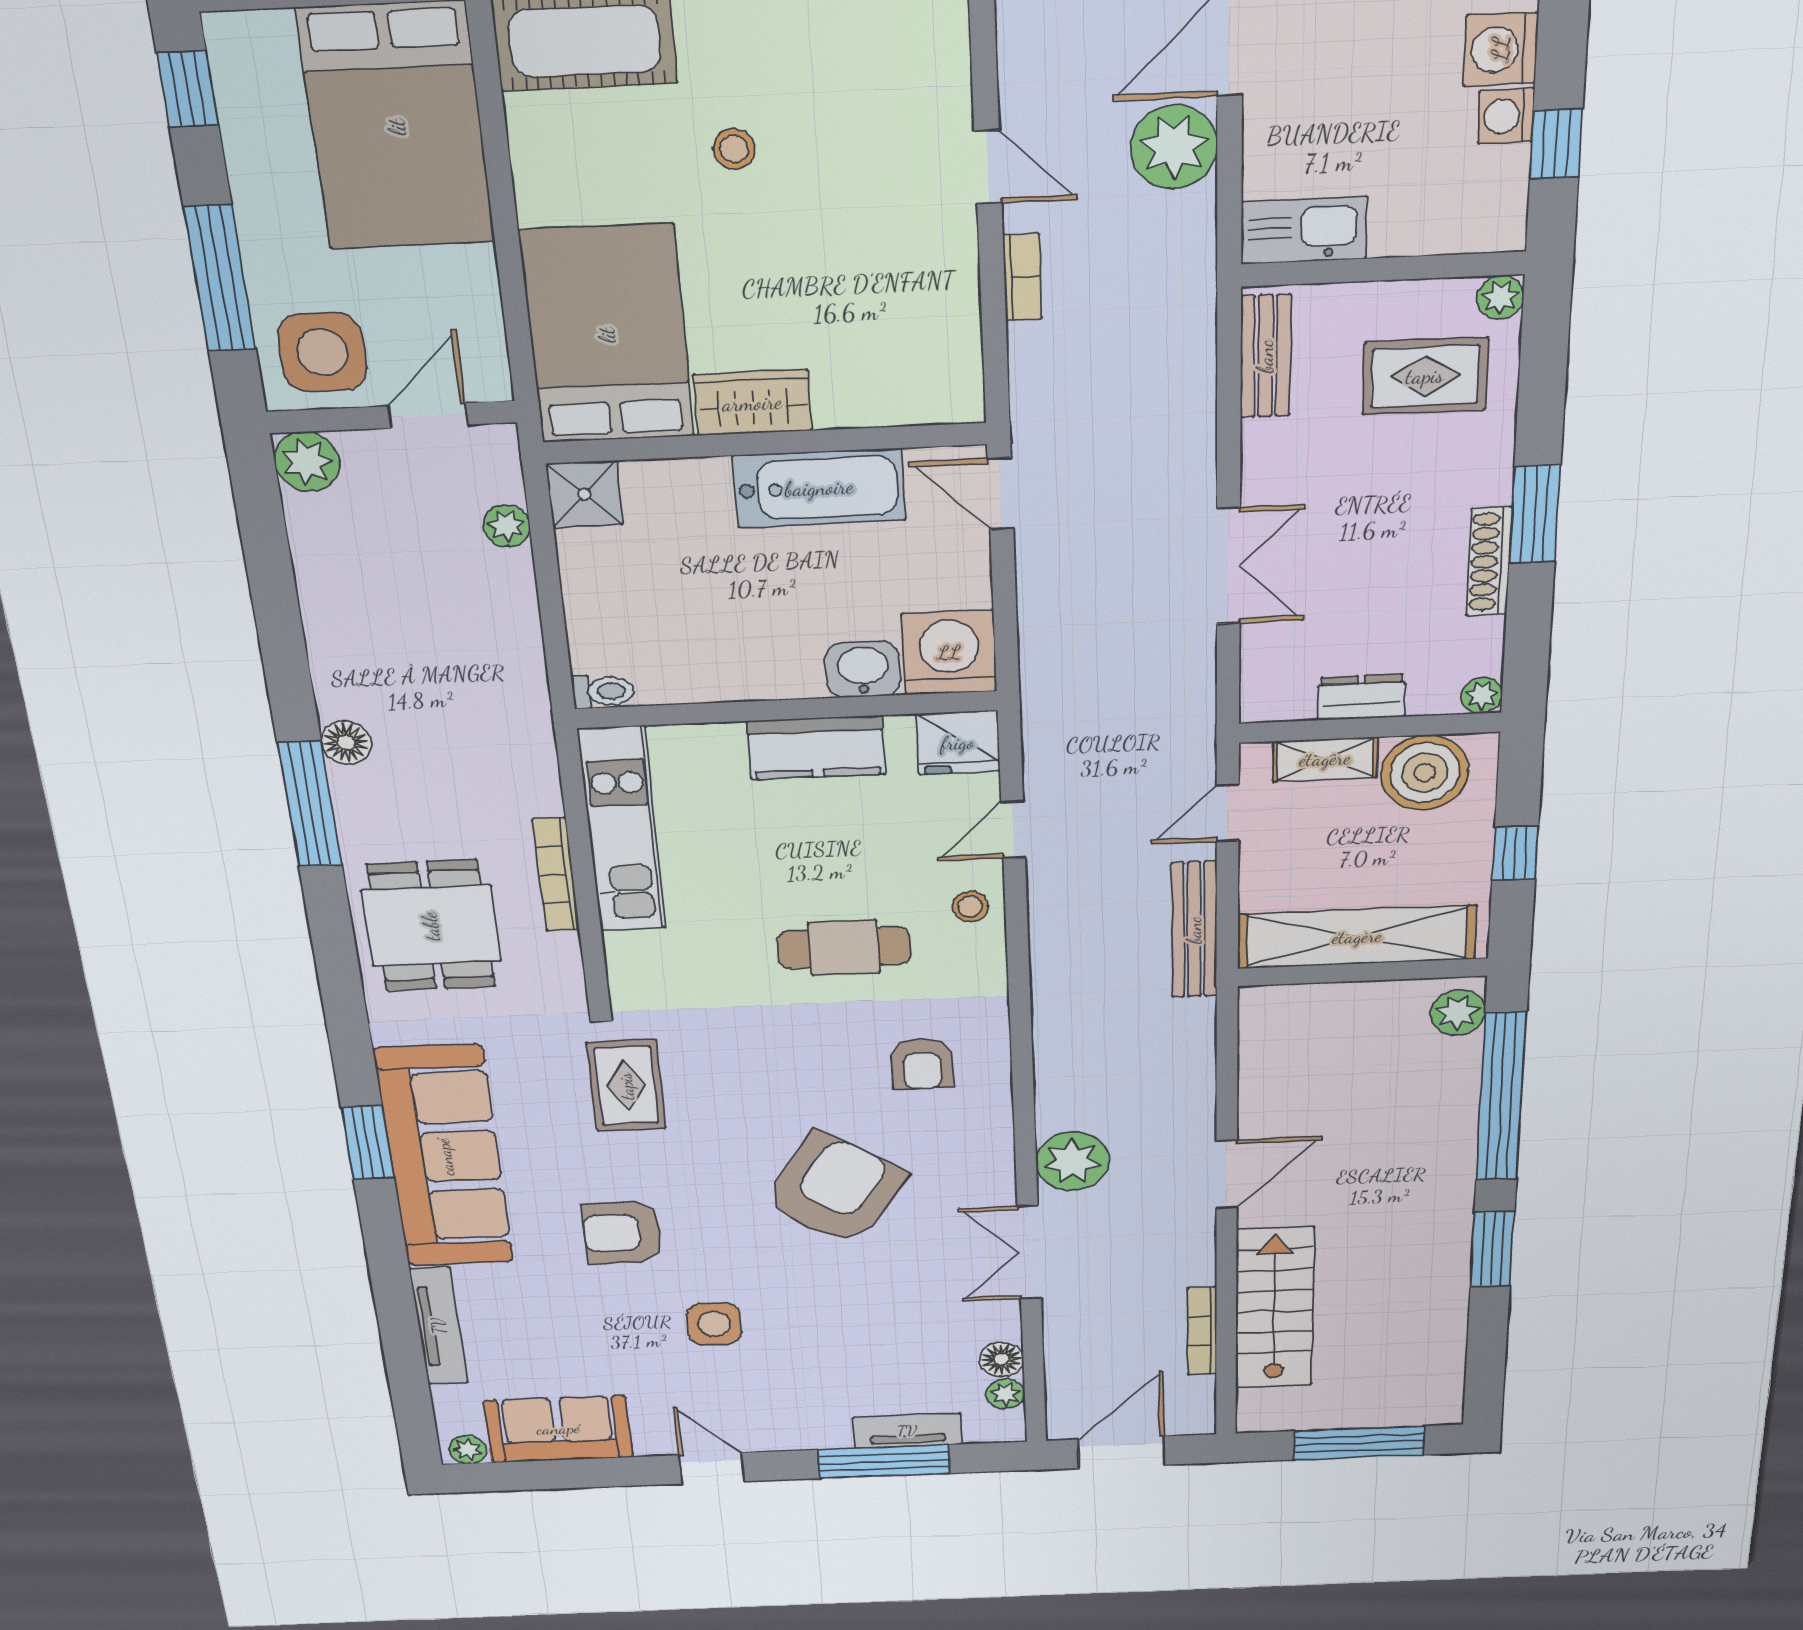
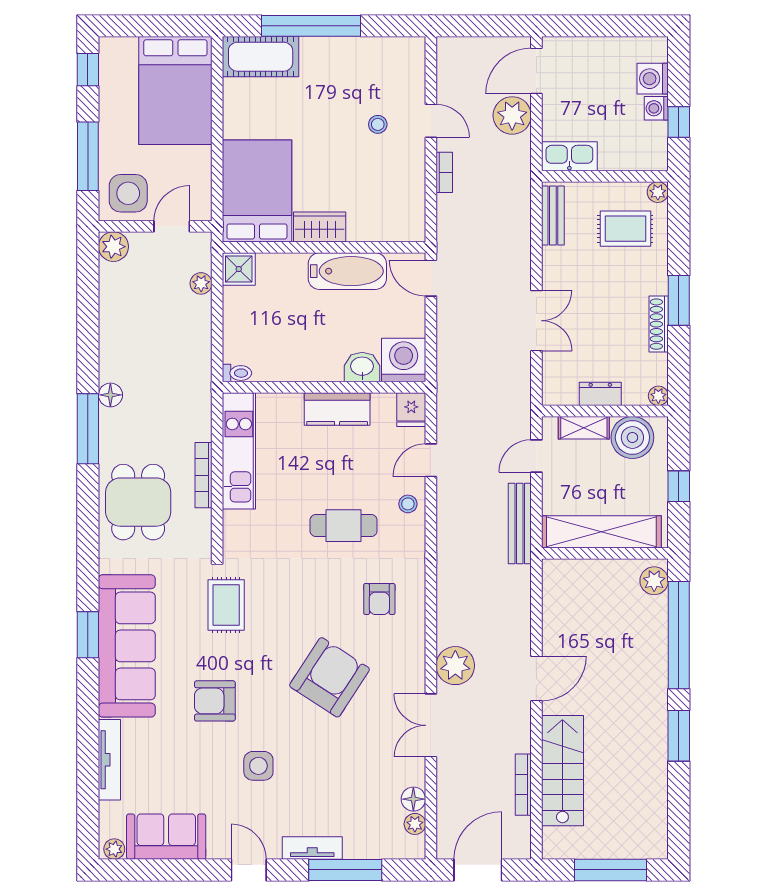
stool: (734, 149) -> (378, 124), moved
fridge: (958, 743) -> (411, 410), width x0.72
tv unit: (907, 1431) -> (312, 848), moved

